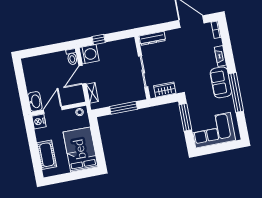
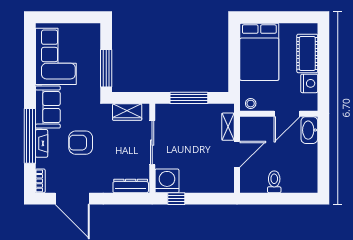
window: (99, 40) -> (176, 199), moved
washing machine: (89, 54) -> (167, 181), moved, turned 90
toilet: (72, 57) -> (274, 182), moved
armchair: (193, 62) -> (81, 143), added
window: (236, 93) -> (30, 136), moved
nightstand: (39, 121) -> (309, 83), moved
corner sofa: (213, 130) -> (56, 56), moved, turned -90

